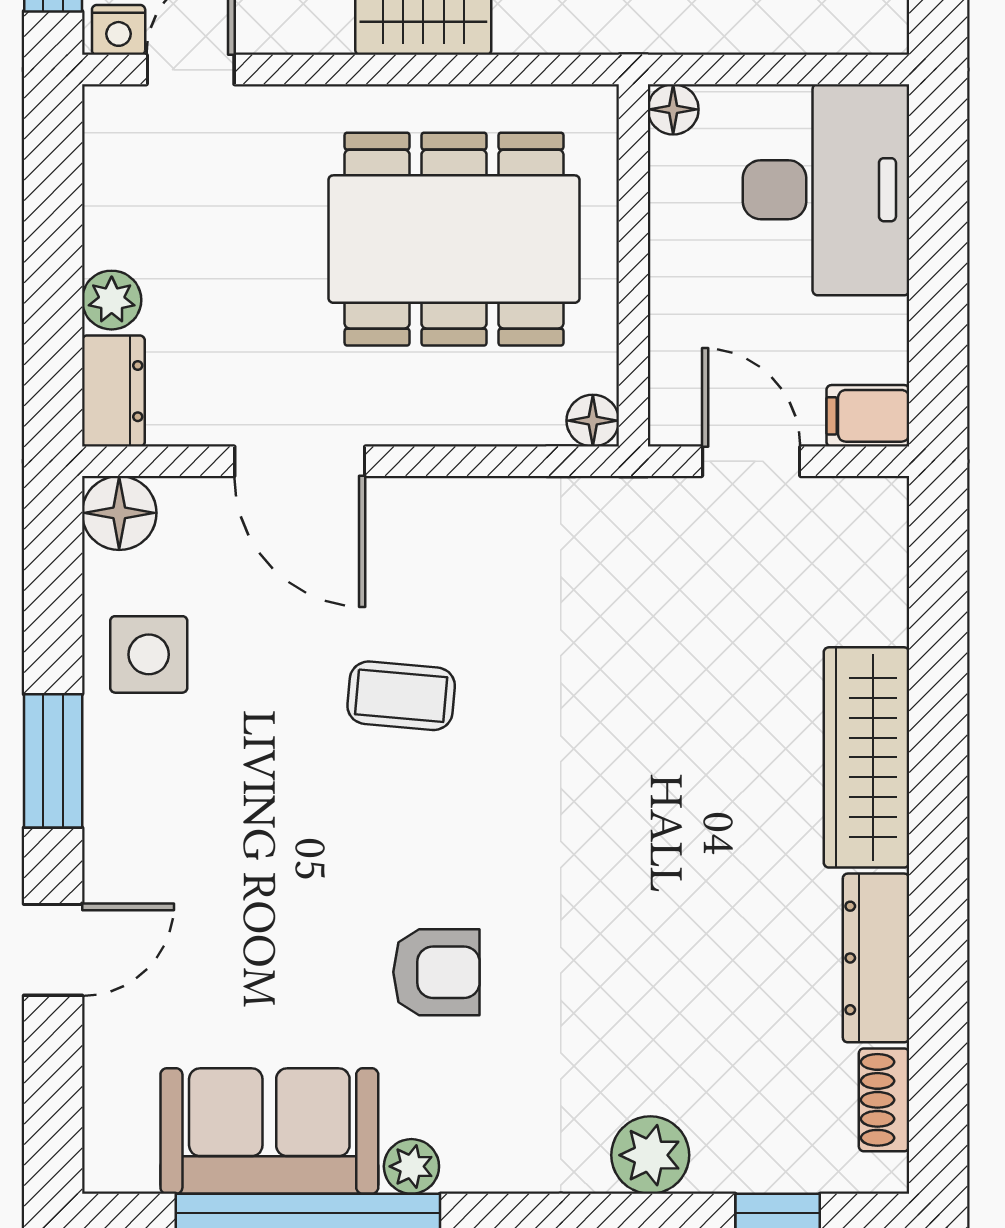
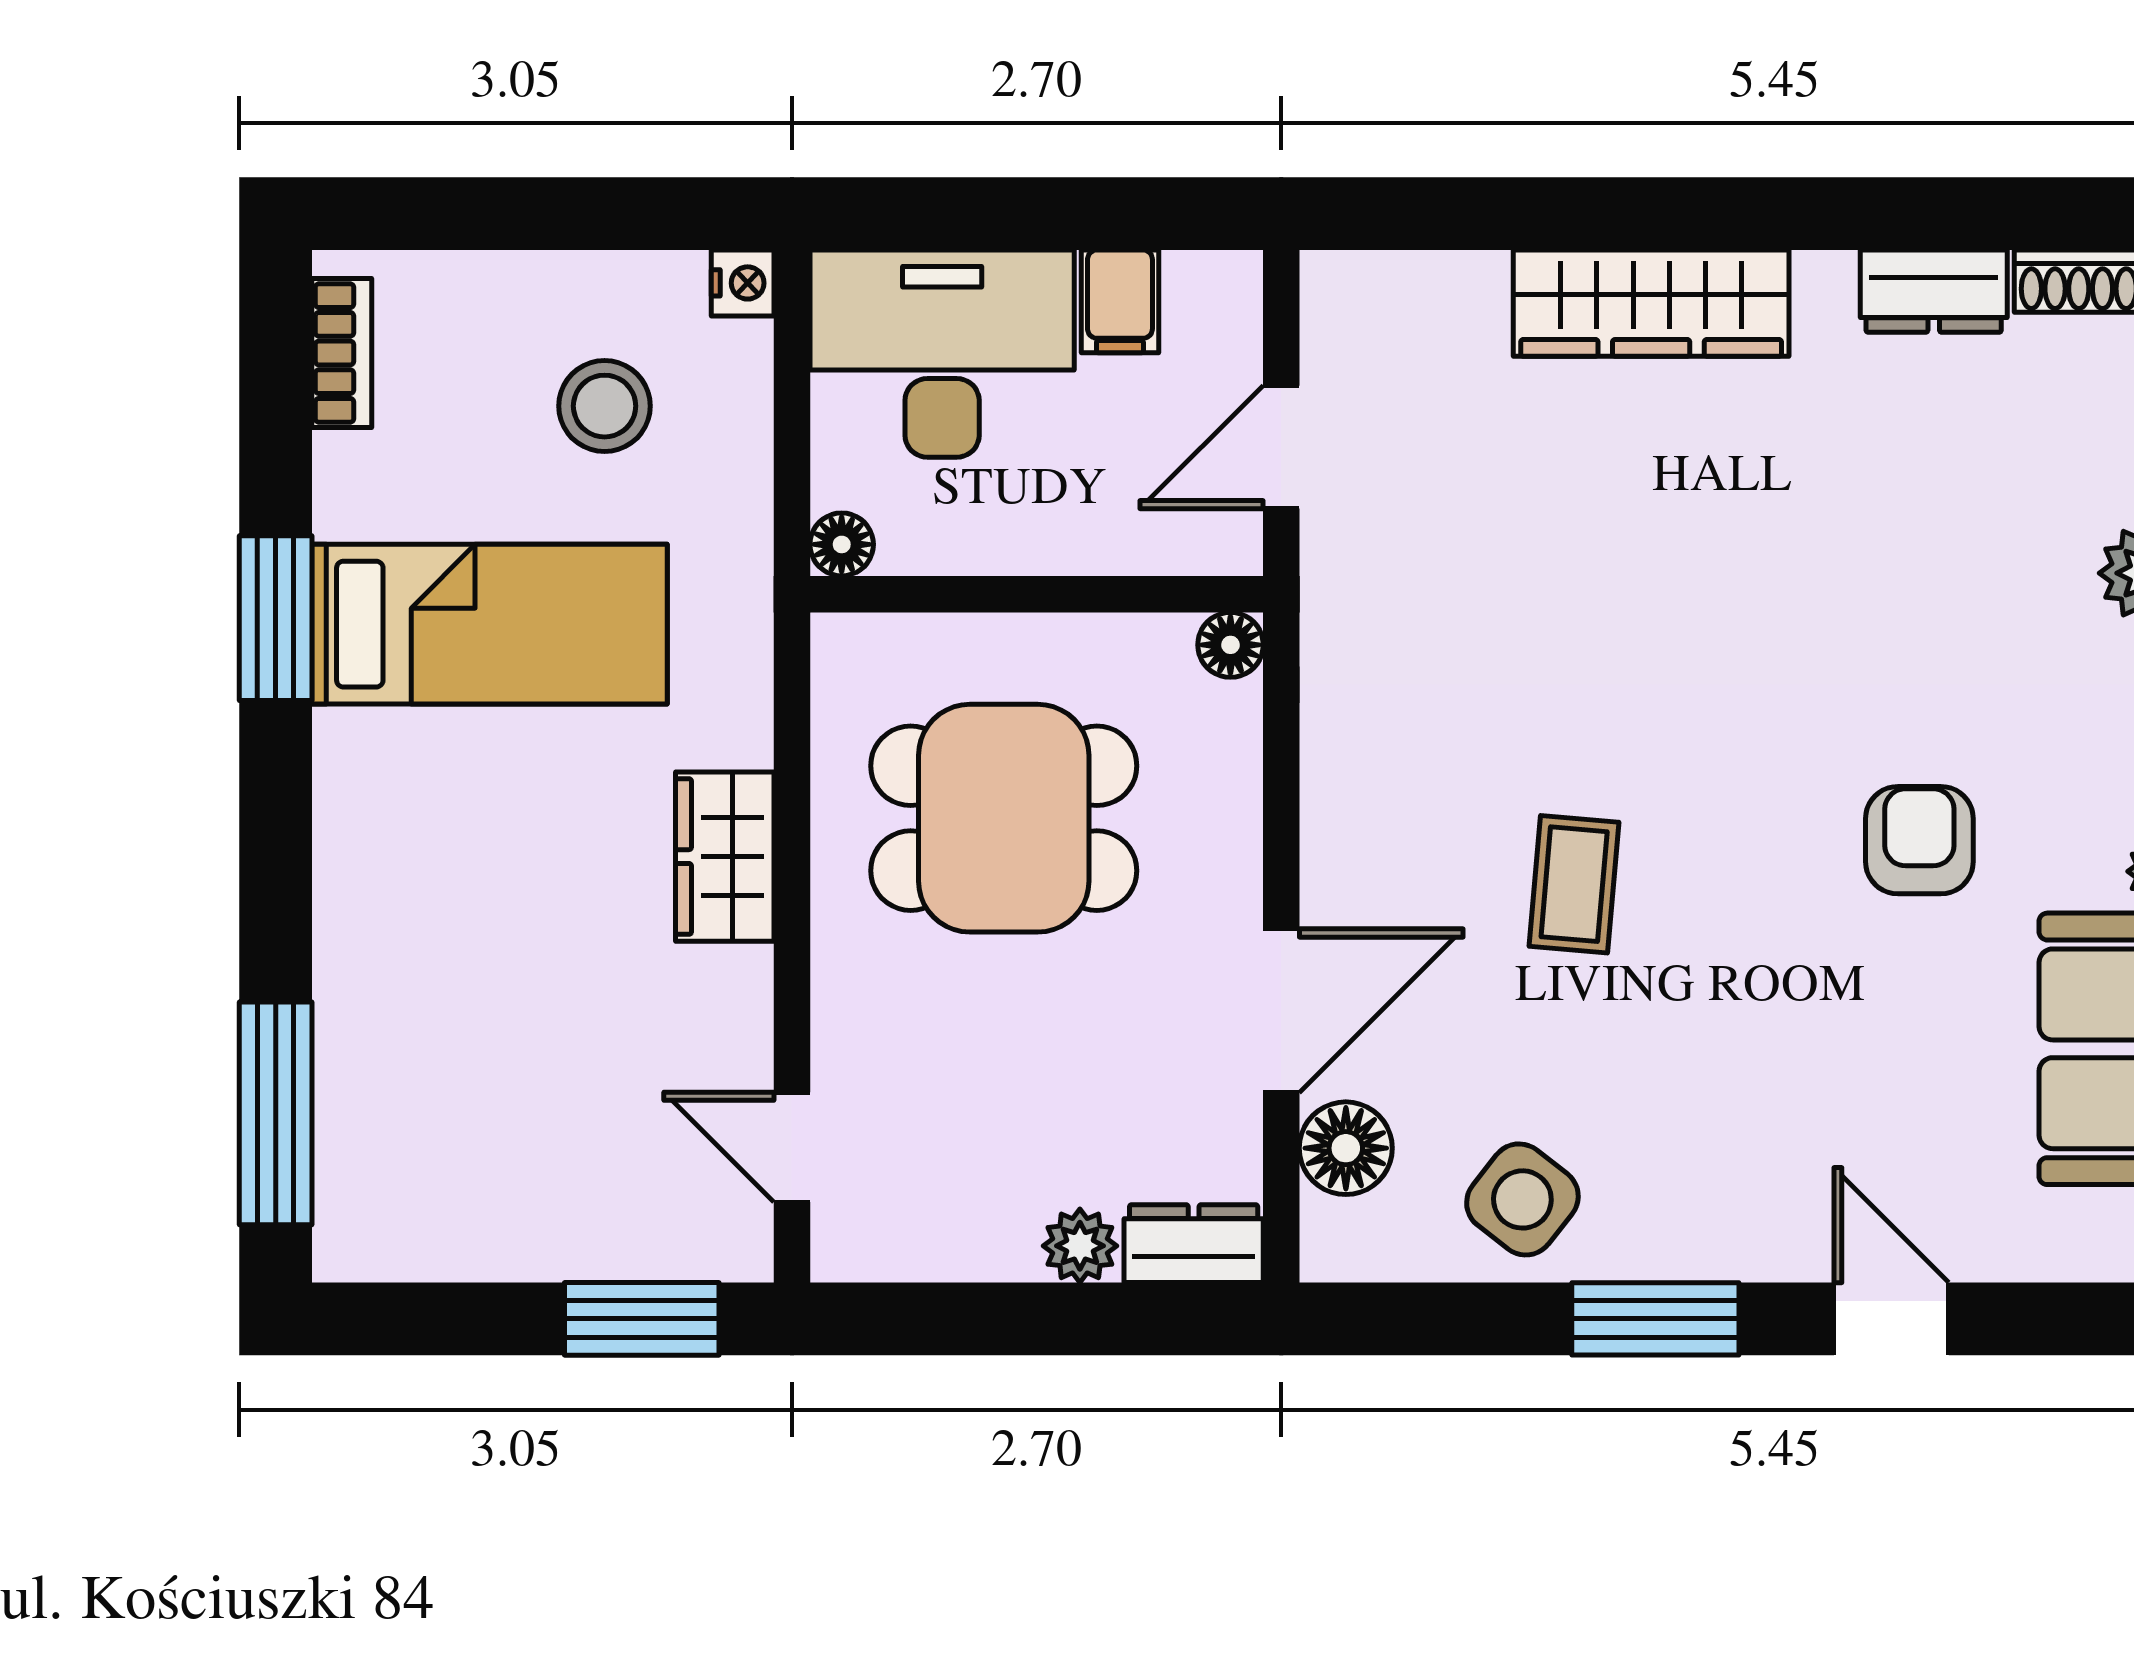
nightstand: (119, 30) -> (743, 283), moved
dining table: (454, 239) -> (1004, 818), width x0.73
filing cabinet: (868, 416) -> (1120, 301), moved
floor lamp: (119, 513) -> (1346, 1148), moved
side table: (149, 654) -> (1522, 1199), turned 38
dresser: (876, 958) -> (1934, 291), width x0.70

